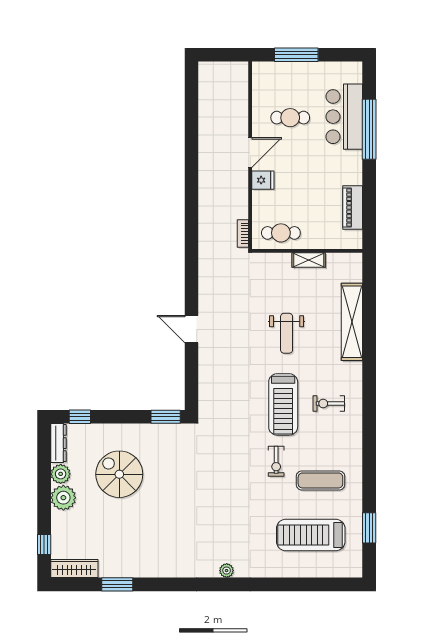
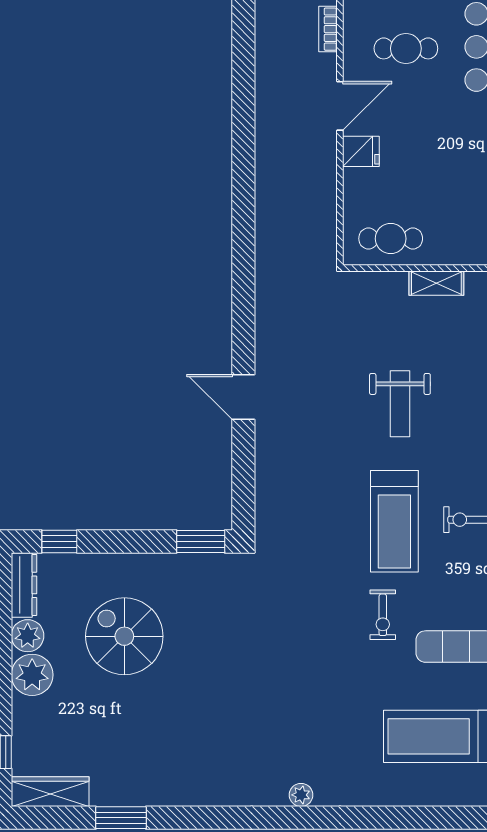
bookcase: (243, 233) -> (328, 29), moved

